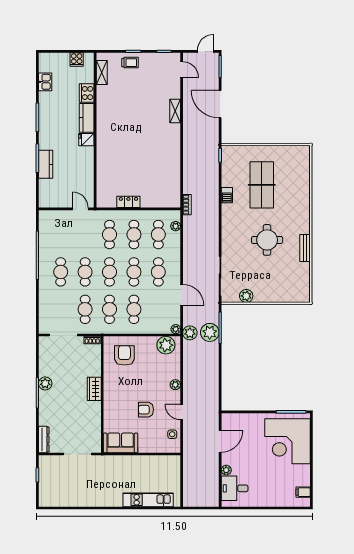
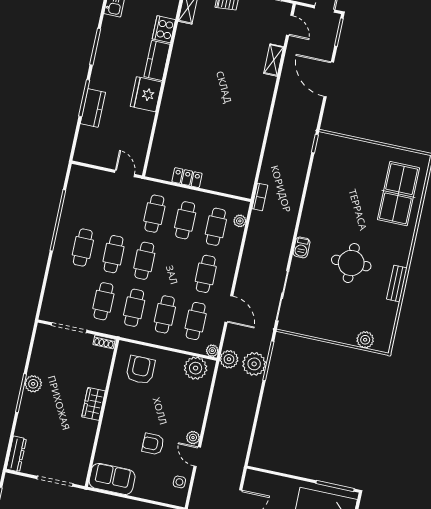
shelving: (175, 111) -> (274, 60), moved
fridge: (86, 140) -> (146, 94), width x1.88, depth x1.34
table tennis table: (262, 185) -> (398, 194), moved
barbecue: (227, 195) -> (302, 247), moved
cafe table: (134, 272) -> (196, 321), moved
plant: (246, 296) -> (365, 340), moved
plant: (175, 385) -> (193, 438), moved

